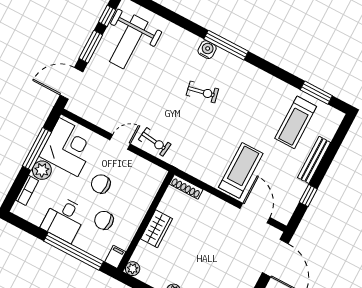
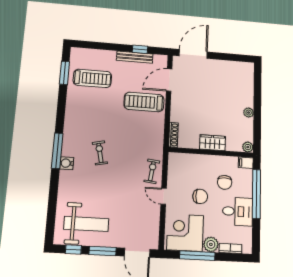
bench: (314, 160) -> (135, 57), moved
chair: (101, 184) -> (200, 196), turned -90

